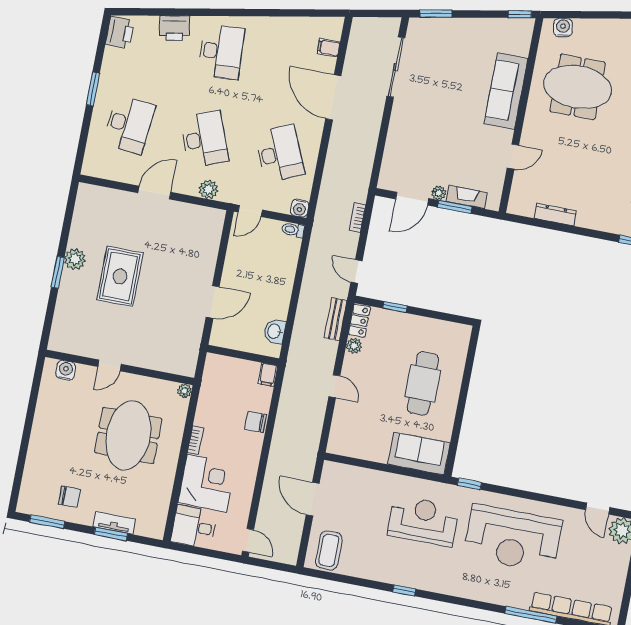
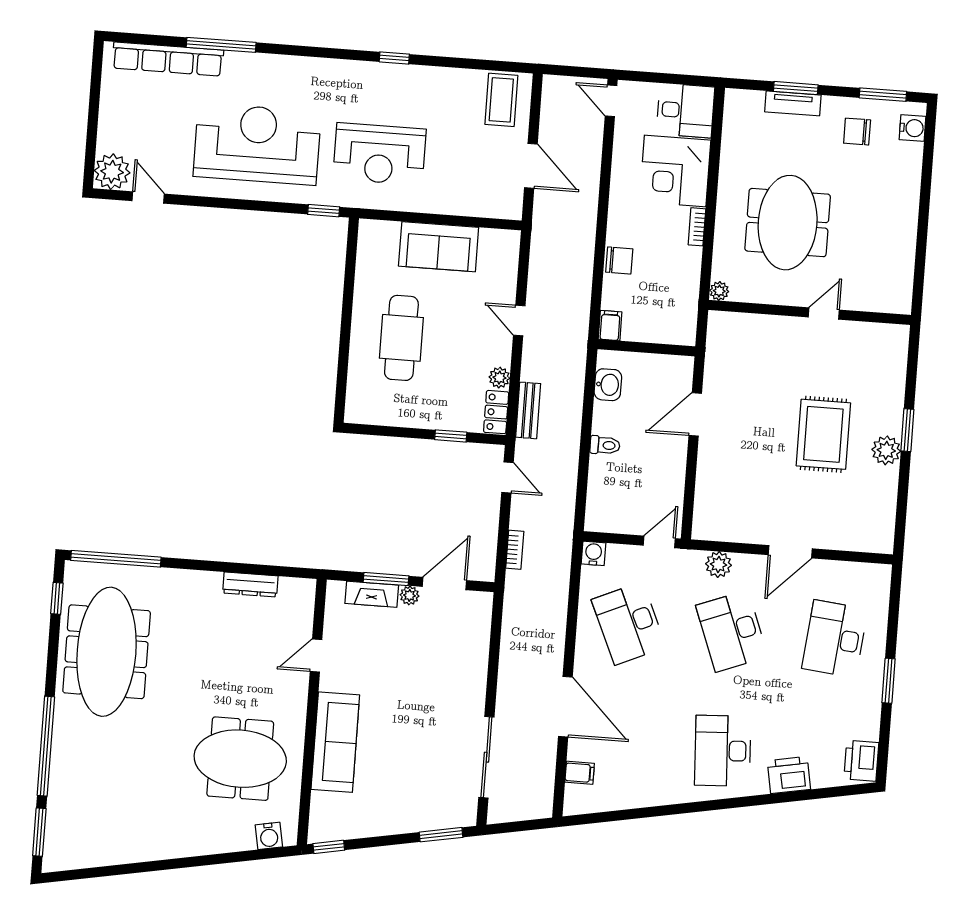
toilet: (293, 230) -> (605, 445), moved
water cooler: (66, 370) -> (913, 128), moved, turned -90
sofa: (419, 454) -> (439, 247), moved

